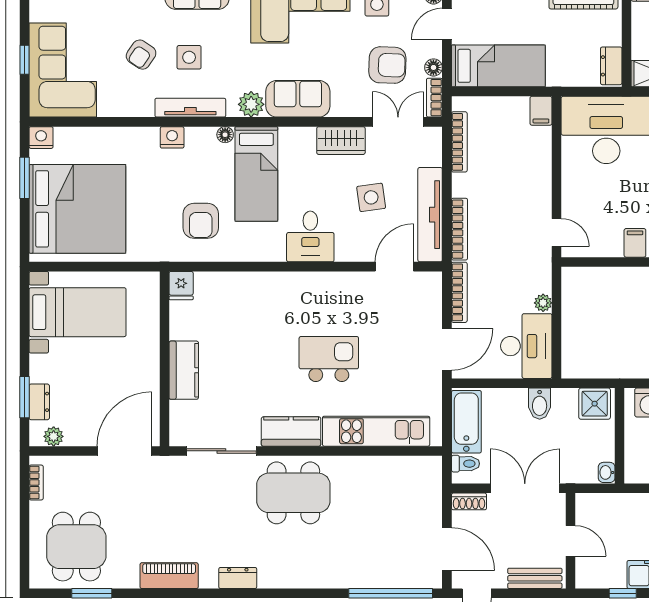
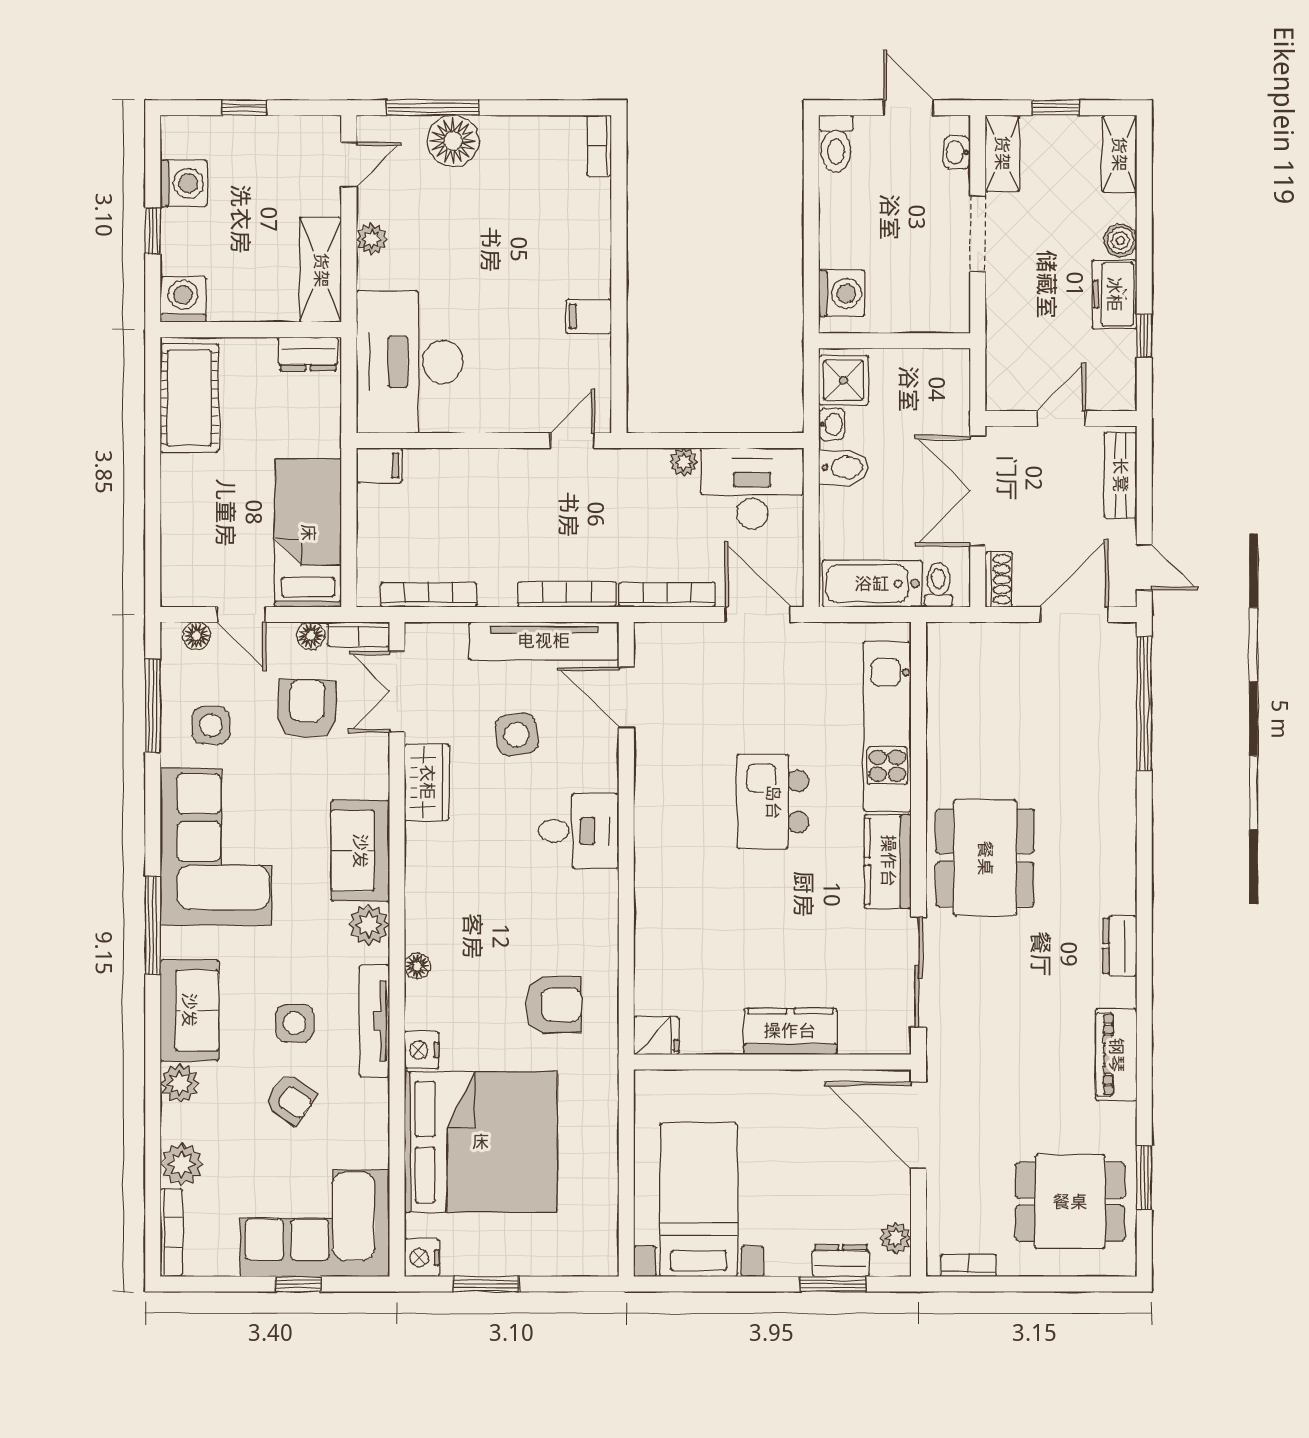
bed: (256, 174) -> (479, 916), removed
bed: (77, 209) -> (481, 1142), moved, turned 90
washbasin: (607, 472) -> (832, 424), moved, turned -90

